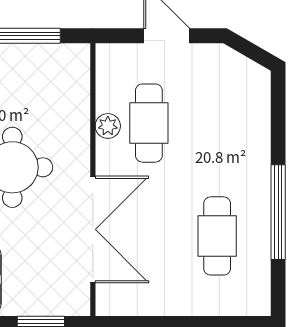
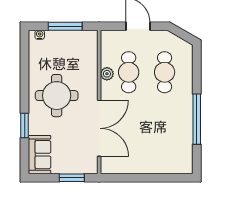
cafe table: (217, 236) -> (165, 72), moved

